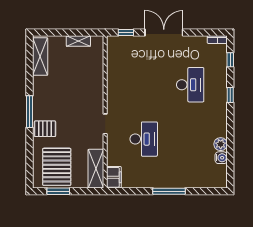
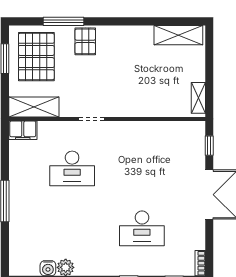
shelving: (78, 41) -> (198, 98), moved
window: (30, 112) -> (63, 21), moved
pallet: (57, 167) -> (36, 57), turned 90

